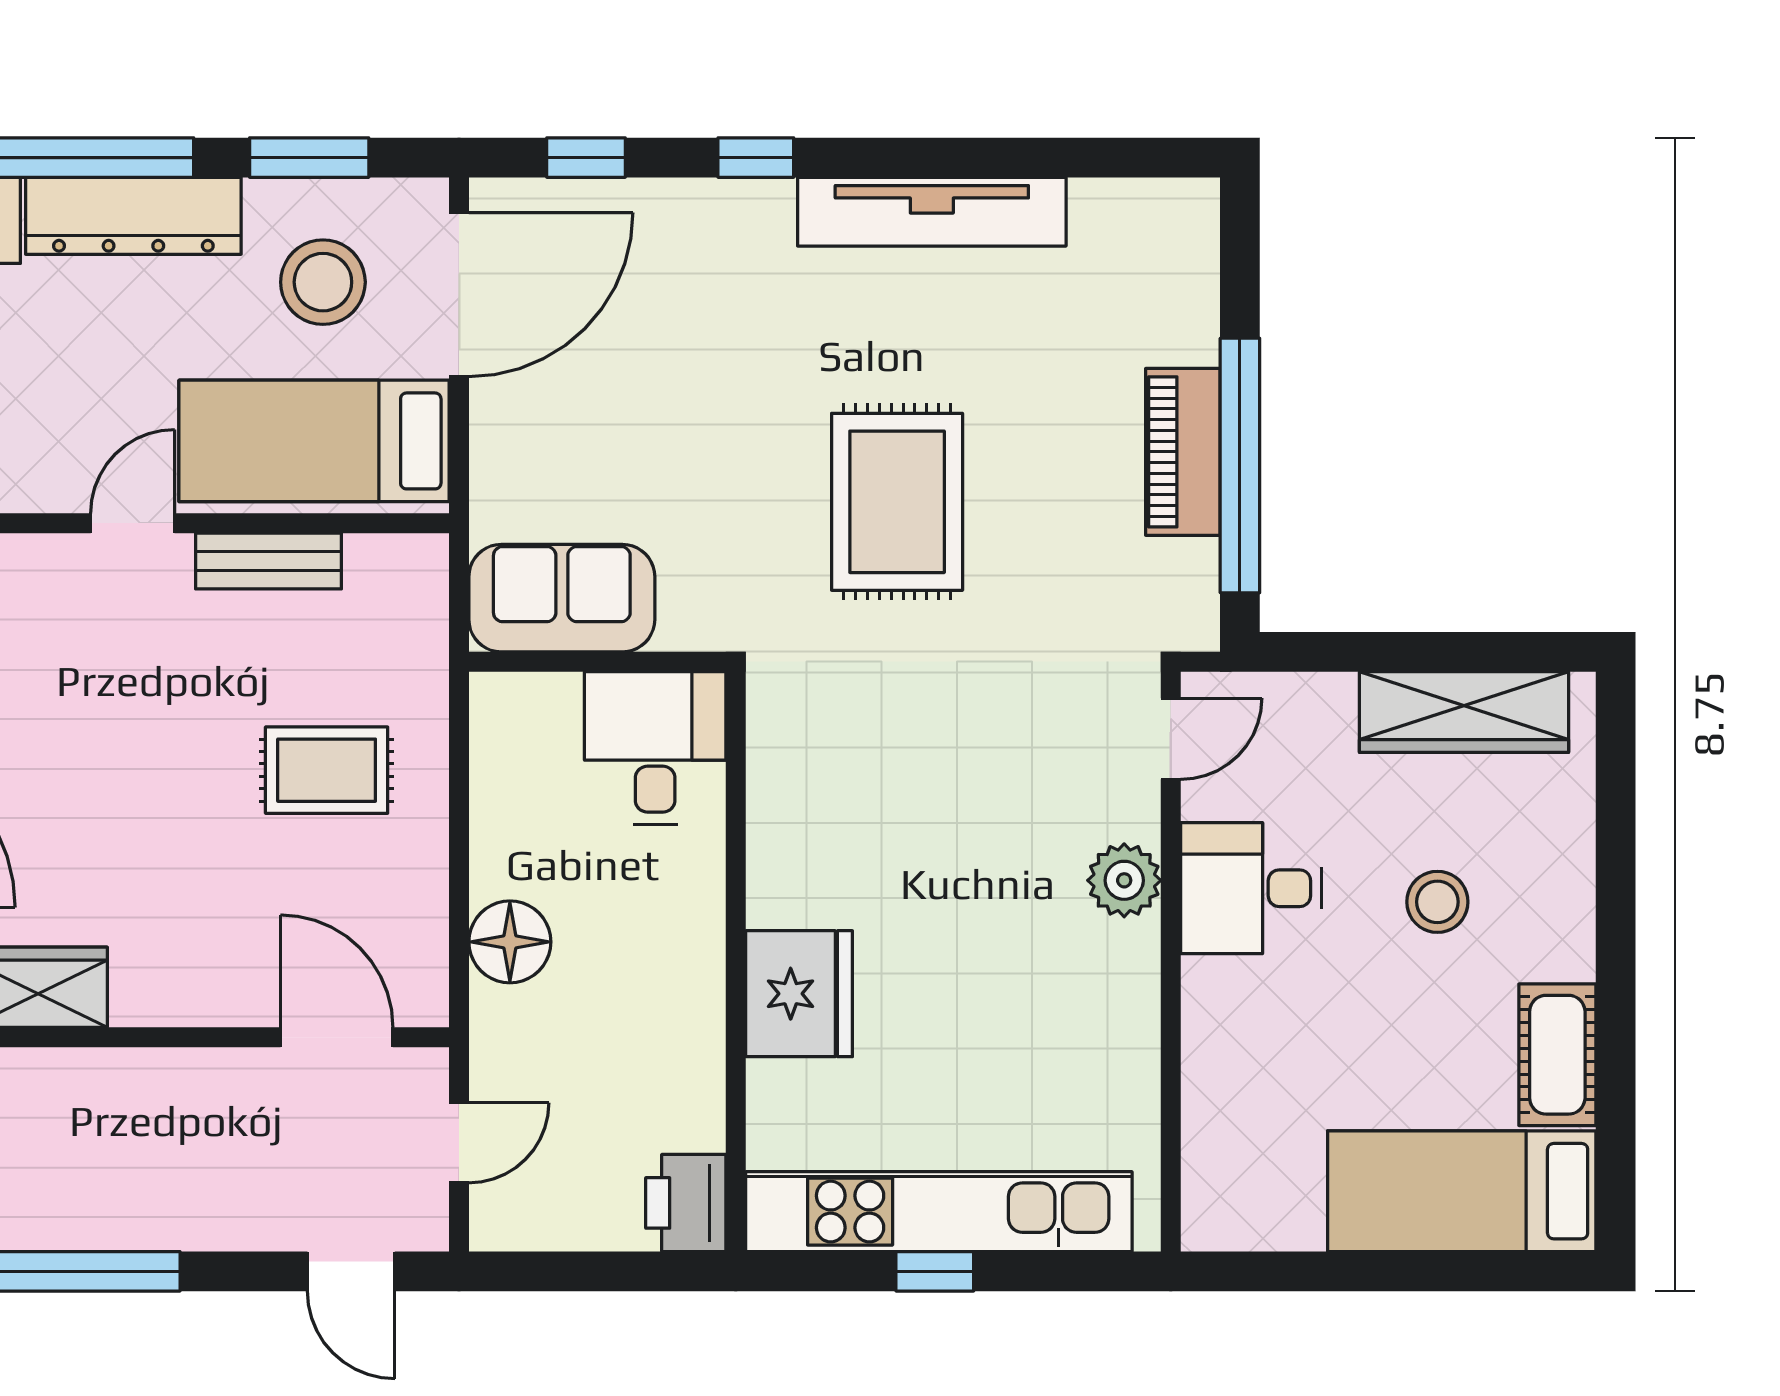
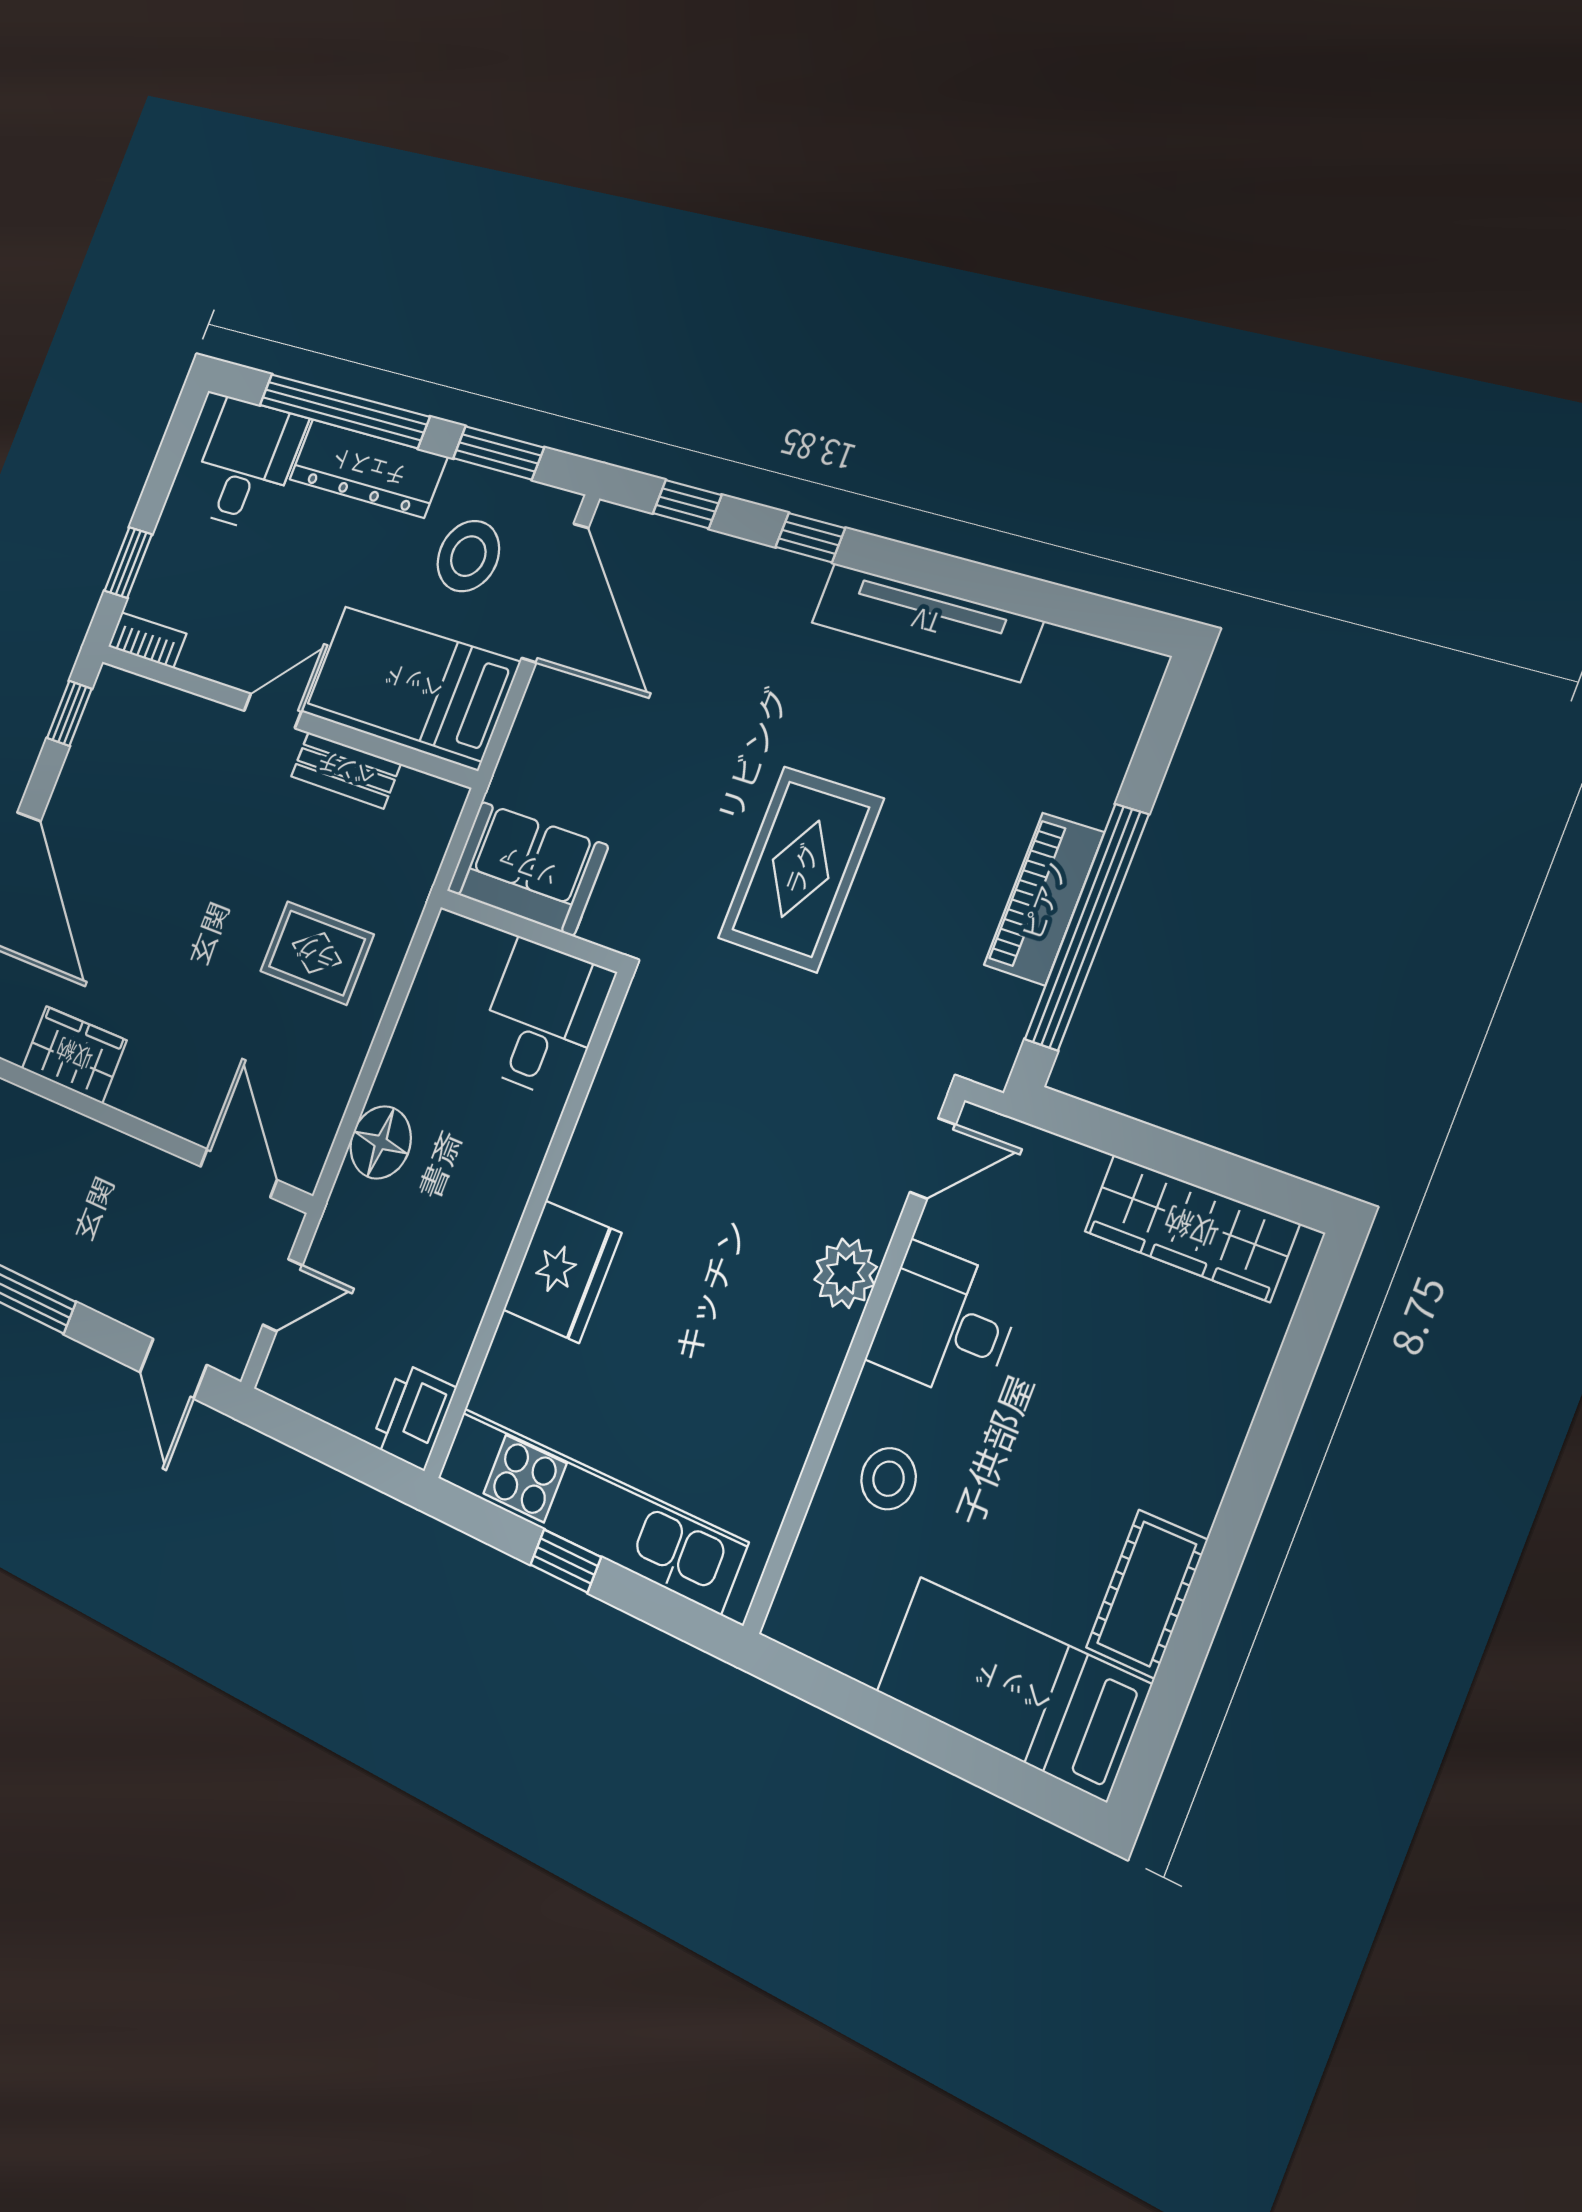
door: (459, 295) -> (555, 593), hinge flipped
stool: (1437, 902) -> (888, 1479), moved

